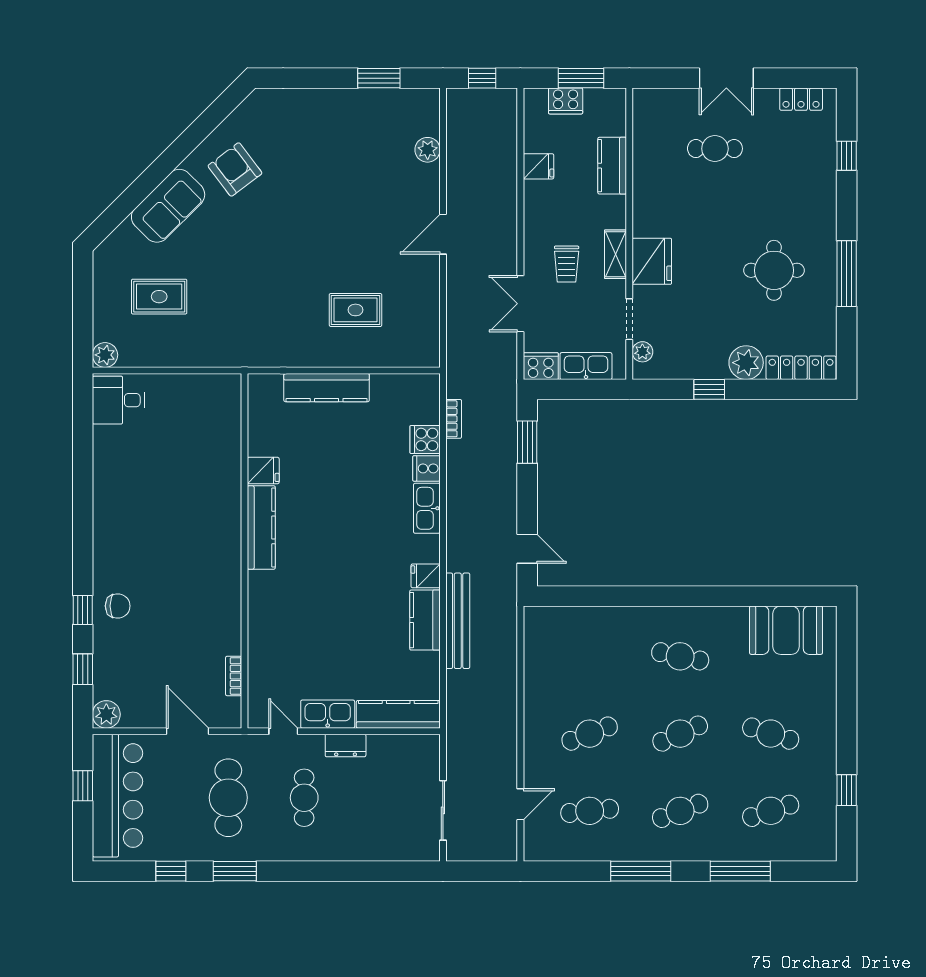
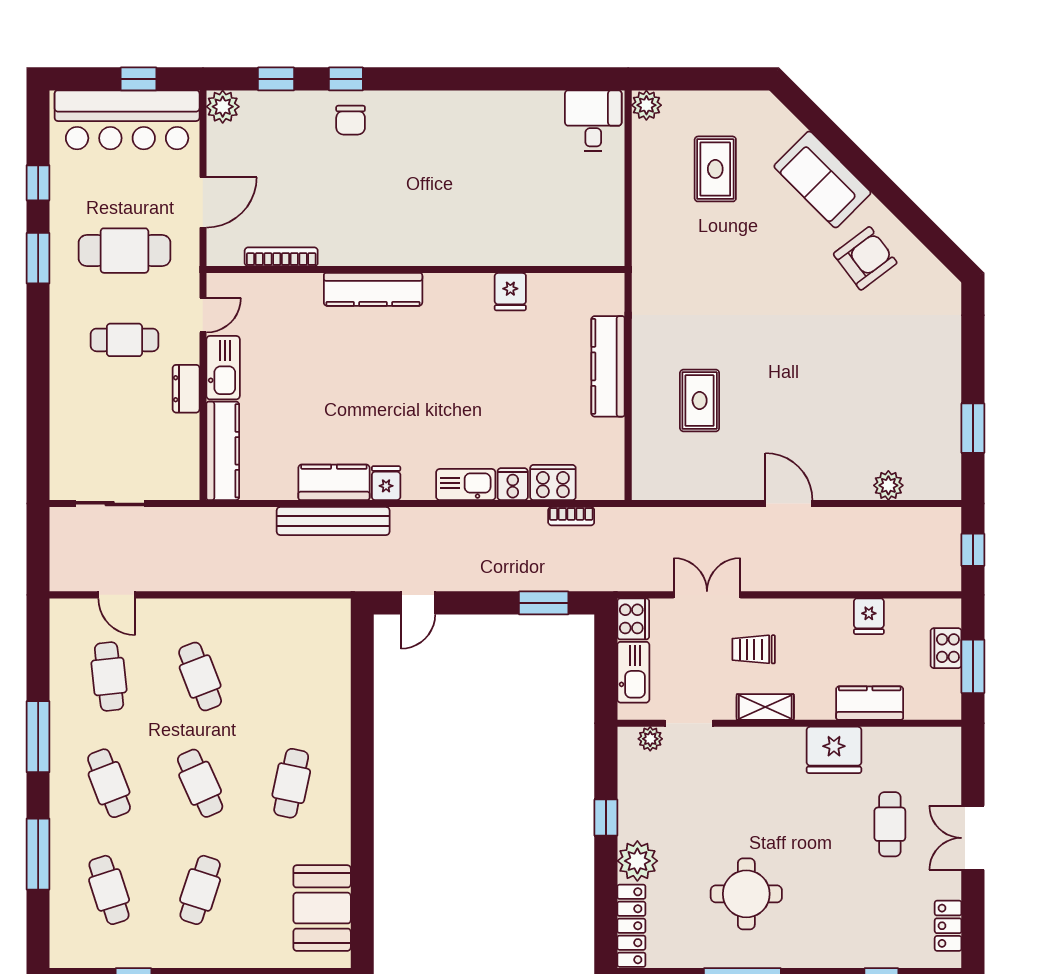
fridge: (652, 261) -> (834, 750), moved
cooker: (425, 439) -> (553, 482), width x1.36
kitchen counter: (261, 528) -> (373, 289), moved
bookcase: (234, 676) -> (281, 257), width x1.56

